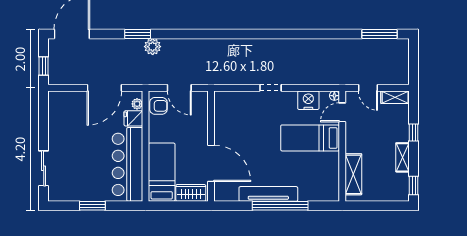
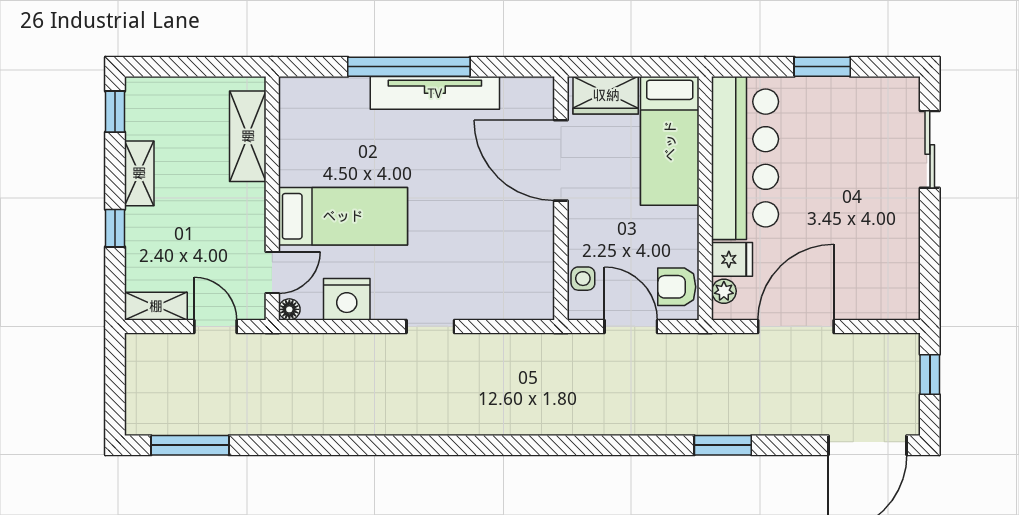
plant: (153, 47) -> (690, 417), removed
side table: (201, 110) -> (583, 279), added

